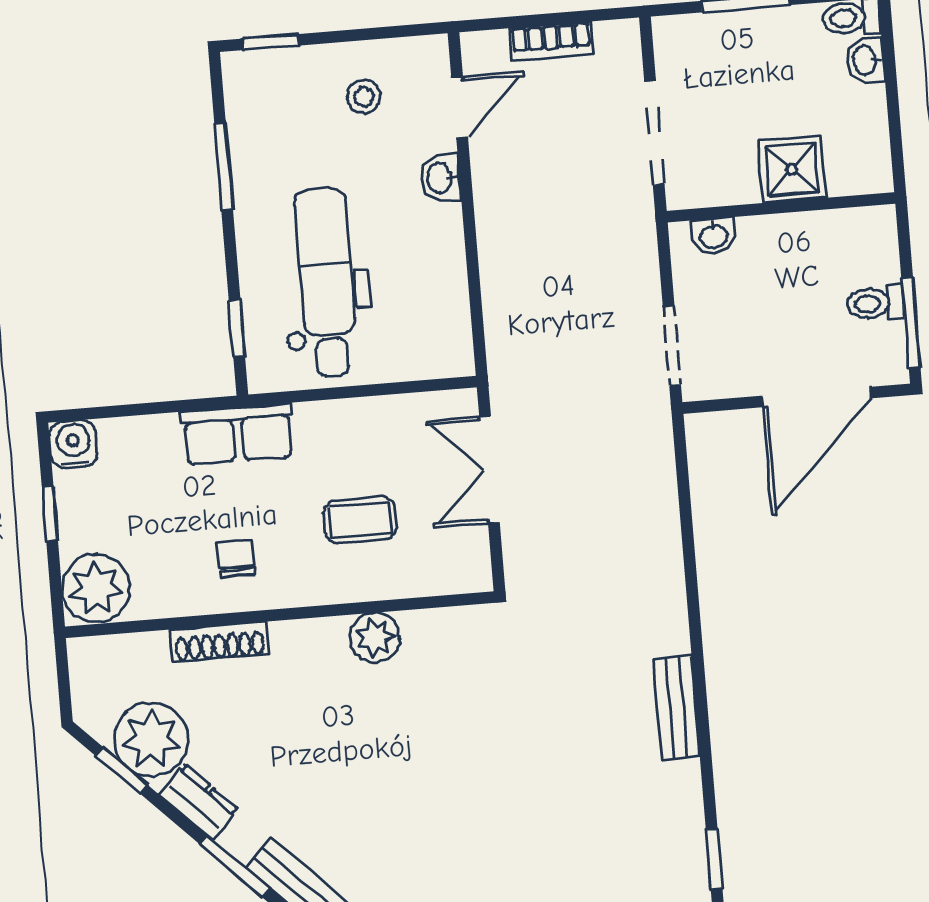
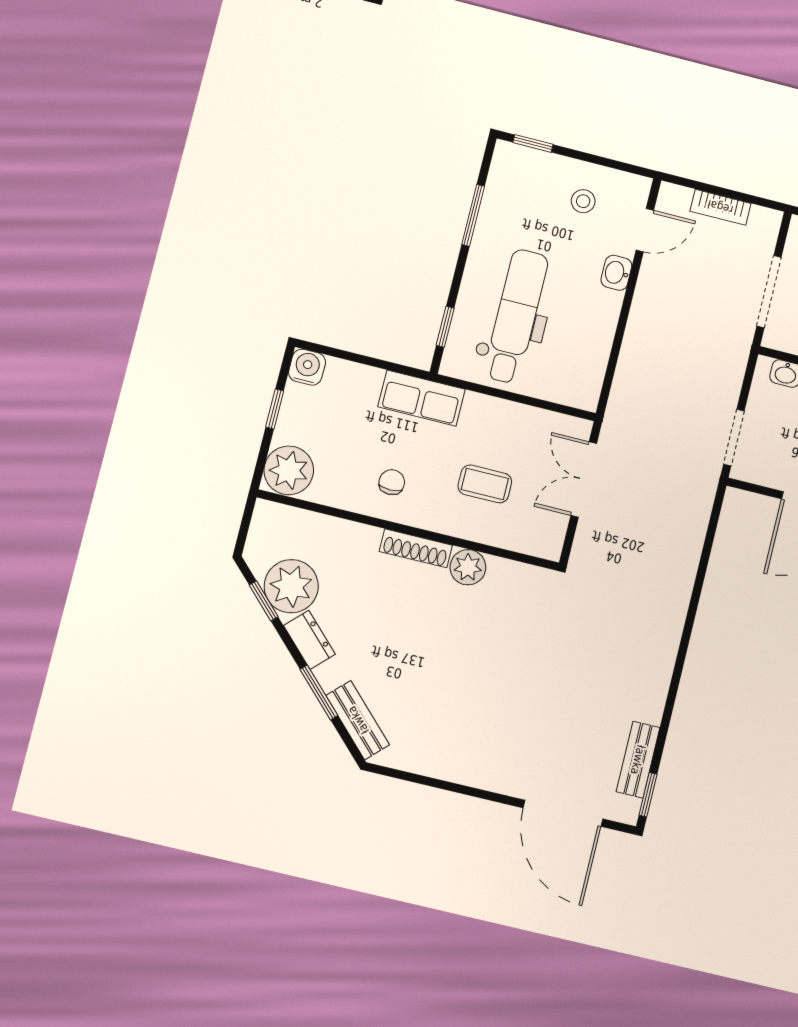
shoe rack: (219, 642) -> (416, 548), moved
bench: (677, 708) -> (638, 760), moved

